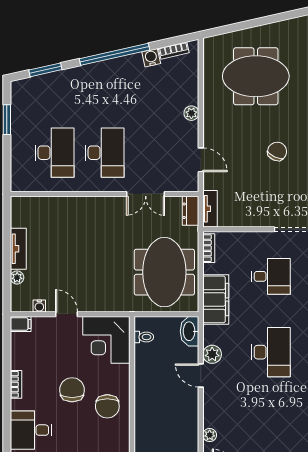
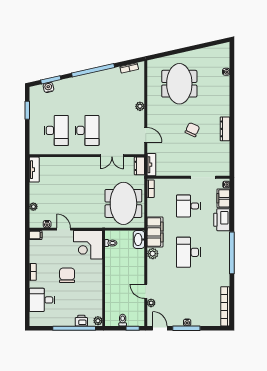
water cooler: (151, 58) -> (48, 87), moved
meeting table: (256, 76) -> (179, 84), turned 90
tv unit: (18, 249) -> (34, 170), moved
desk: (271, 276) -> (188, 206), turned 180
filing cabinet: (216, 299) -> (155, 232), moved
desk: (271, 352) -> (188, 252), turned 180
door: (201, 375) -> (146, 291), moved
chair: (107, 406) -> (89, 285), removed

